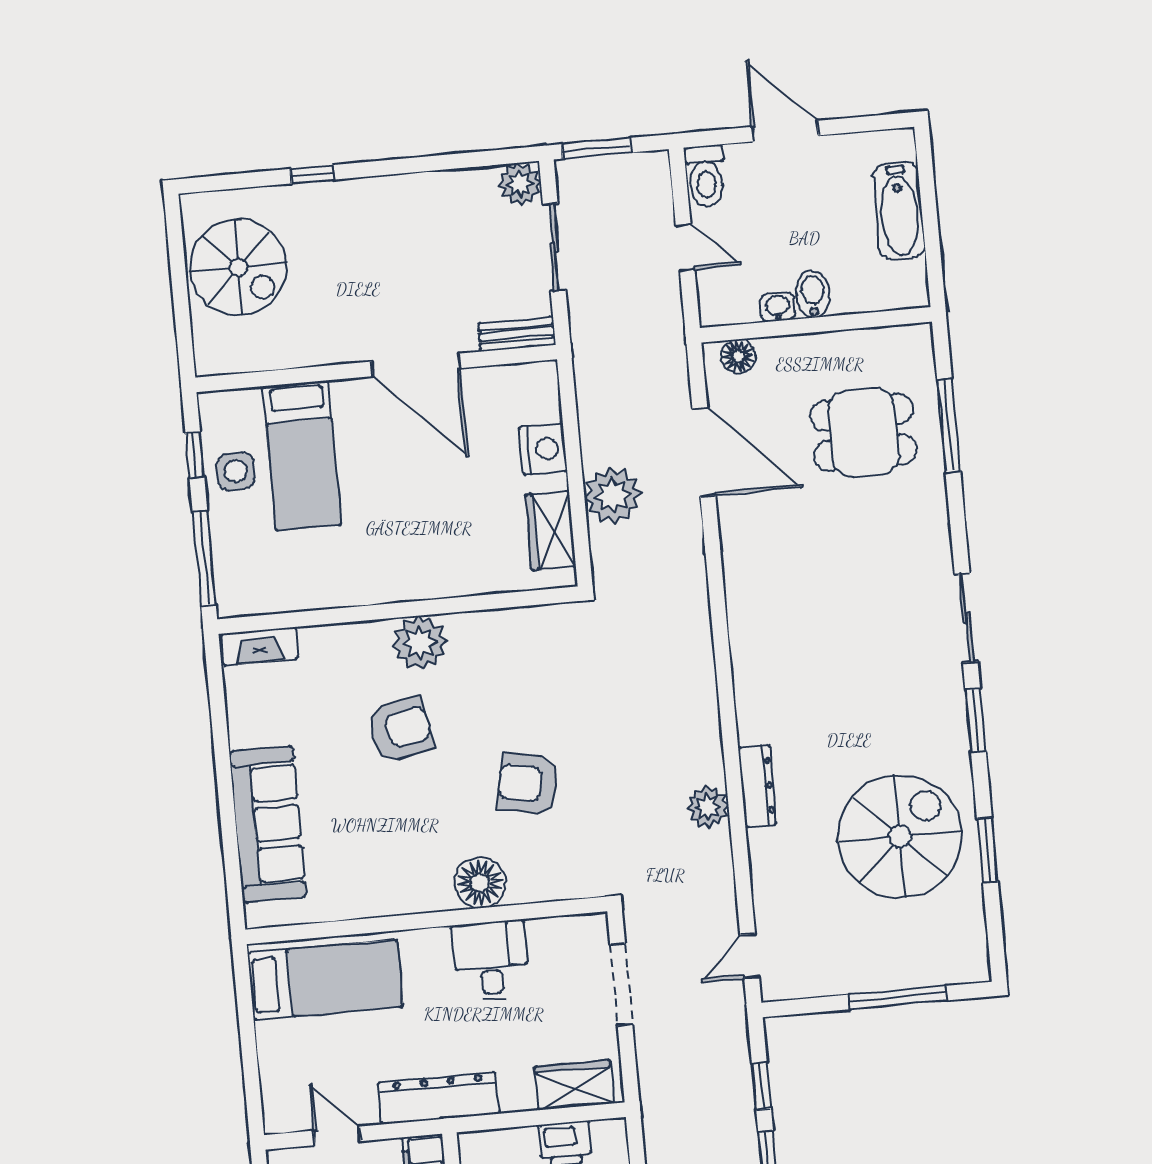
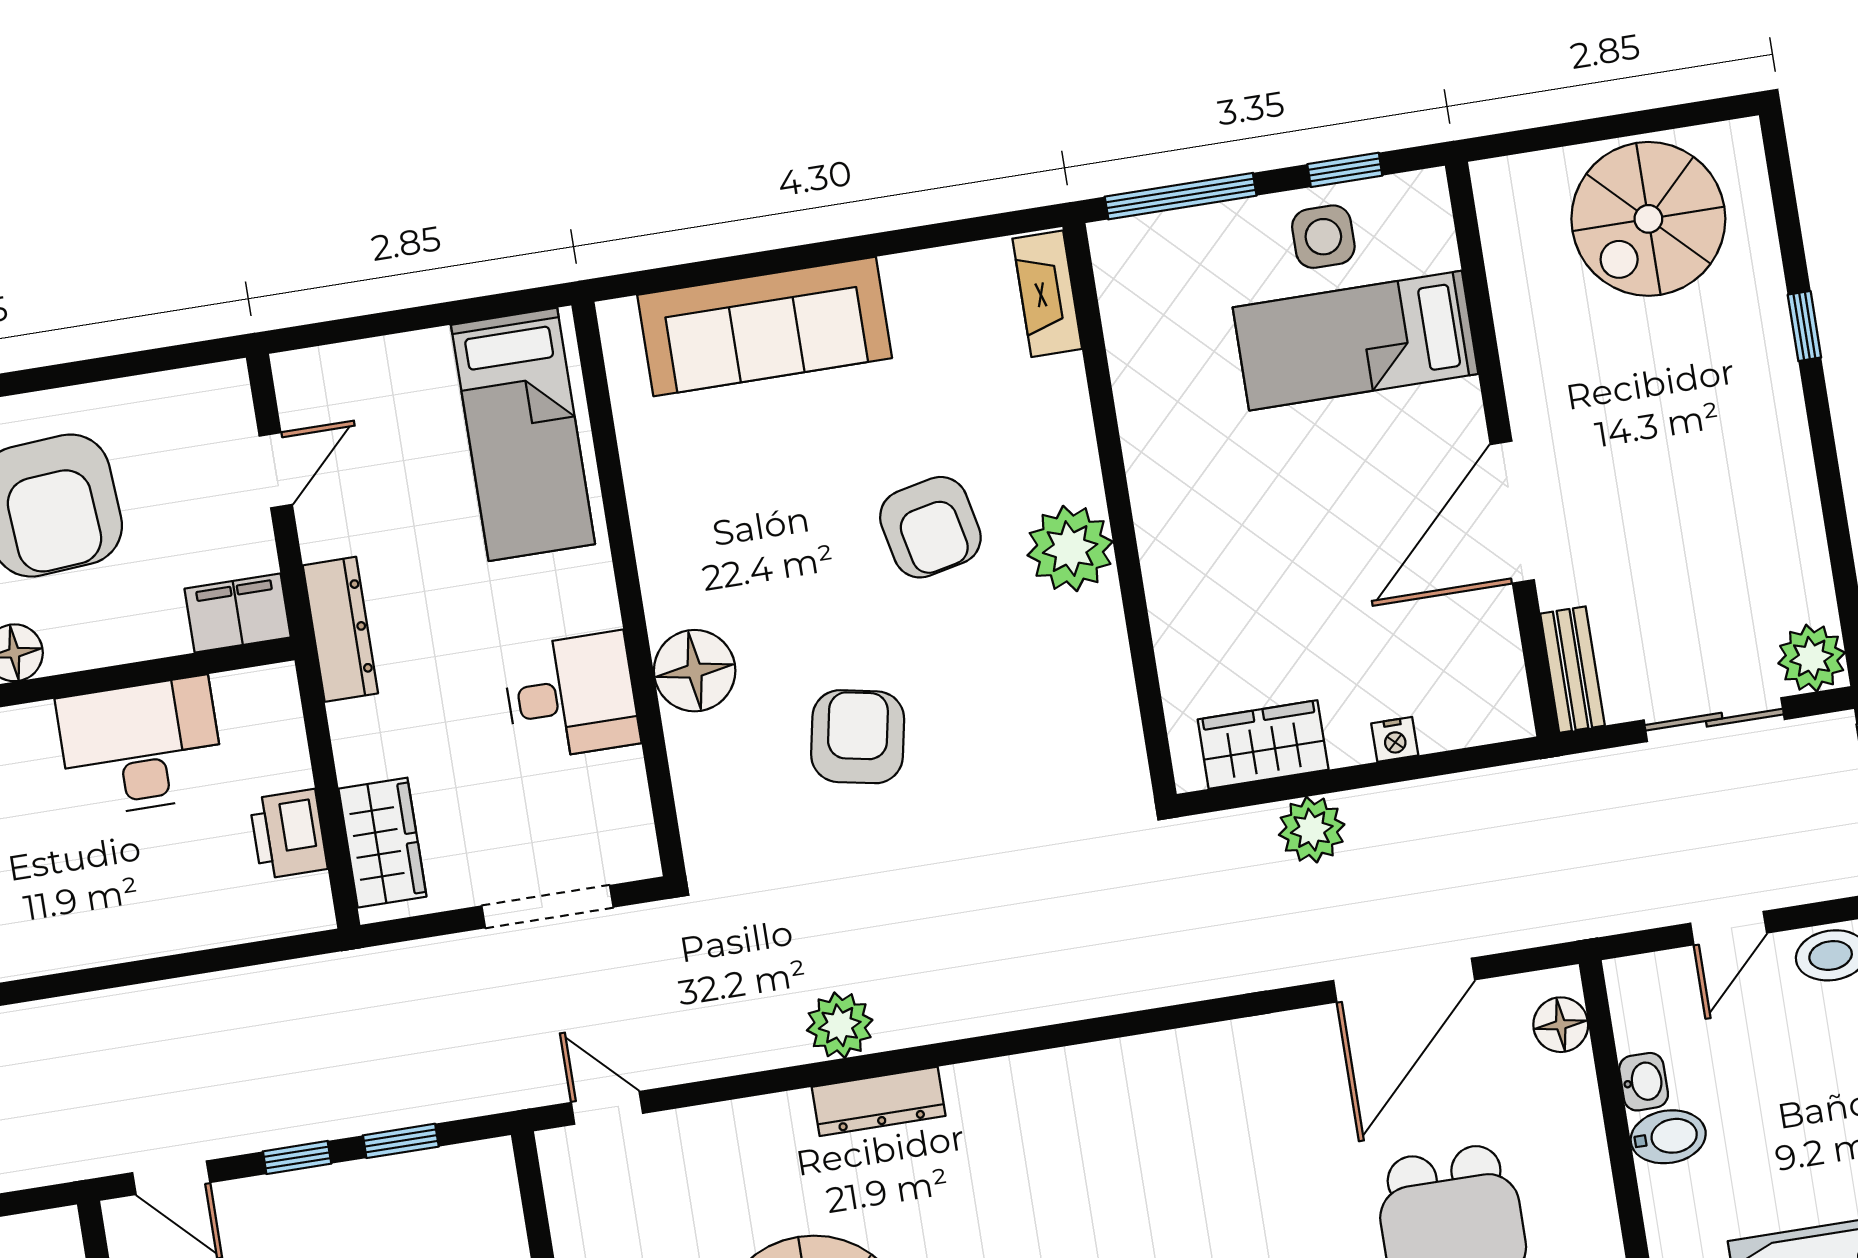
nightstand: (543, 449) -> (1395, 739), width x0.53, depth x0.56
plant: (613, 495) -> (1312, 830), width x0.73, depth x0.73
dresser: (439, 1098) -> (340, 629), width x0.73, depth x0.80

